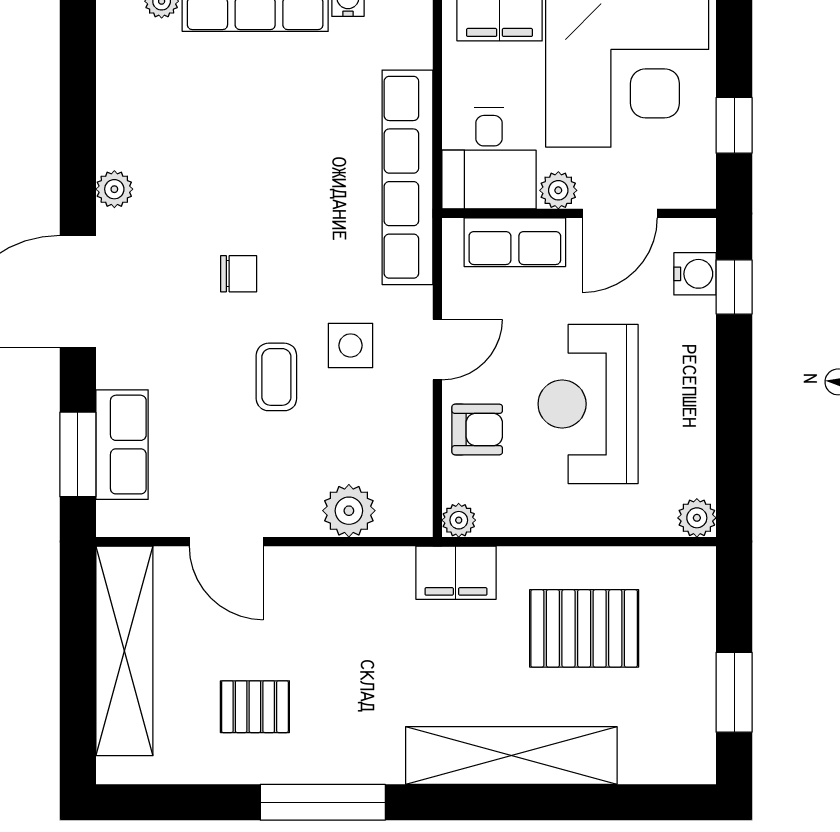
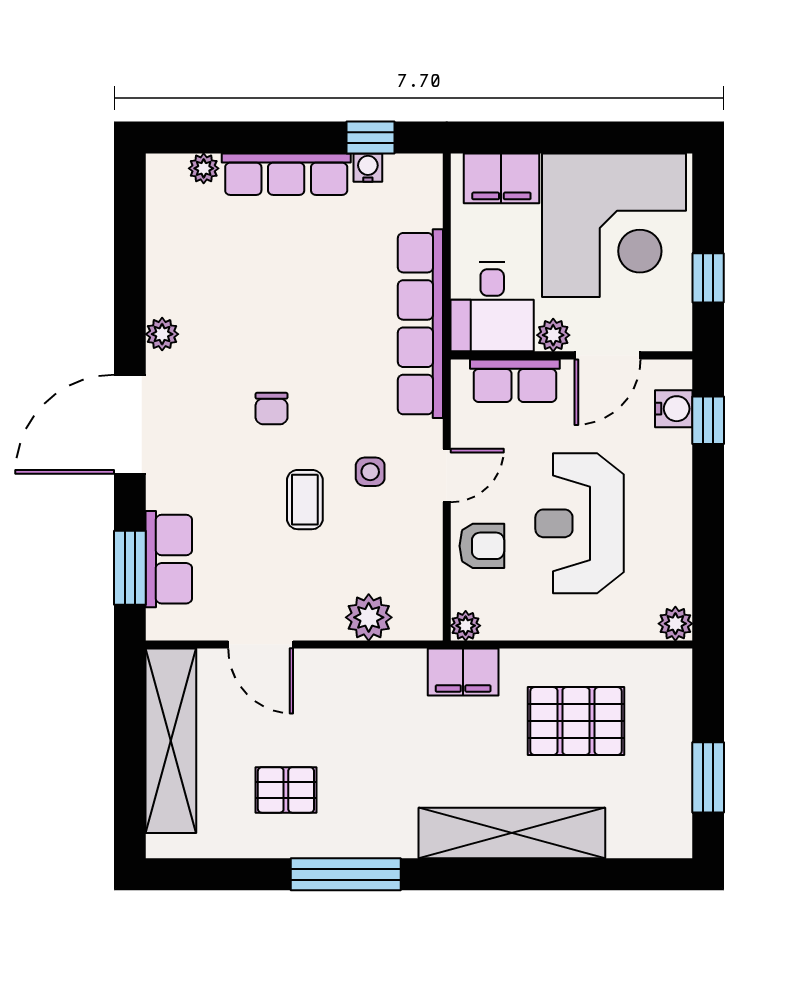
chair: (239, 274) -> (272, 409), turned 90
side table: (351, 345) -> (370, 472), width x0.73, depth x0.73

